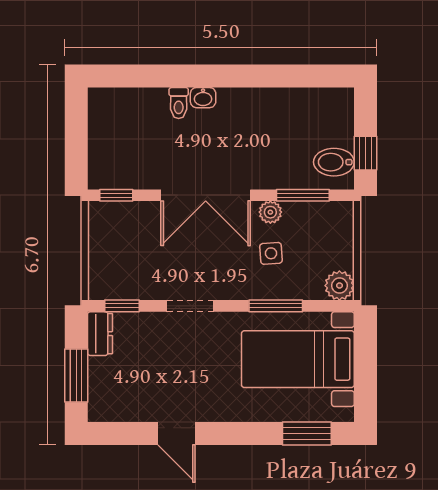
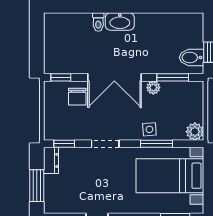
washbasin: (203, 98) -> (120, 21), width x1.91, depth x1.45
chair: (144, 227) -> (77, 97), added
side table: (271, 253) -> (149, 129), moved

